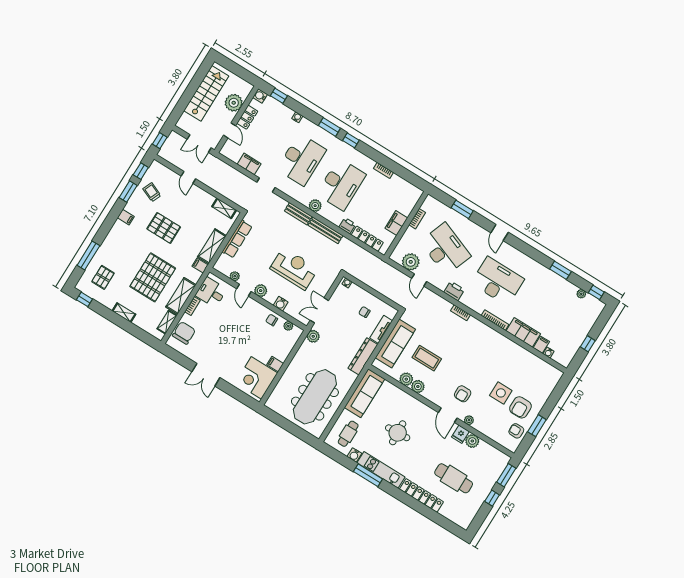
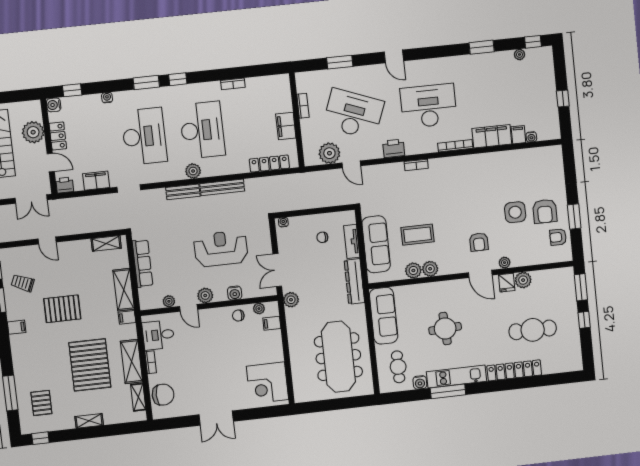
printer: (347, 226) -> (65, 185), moved
chair: (184, 333) -> (163, 395), turned 90
filing cabinet: (275, 364) -> (272, 323), moved

